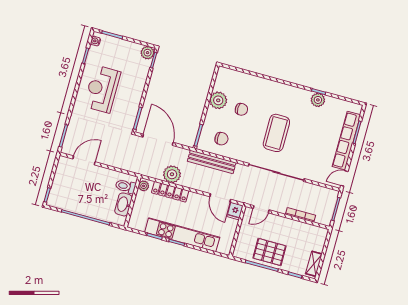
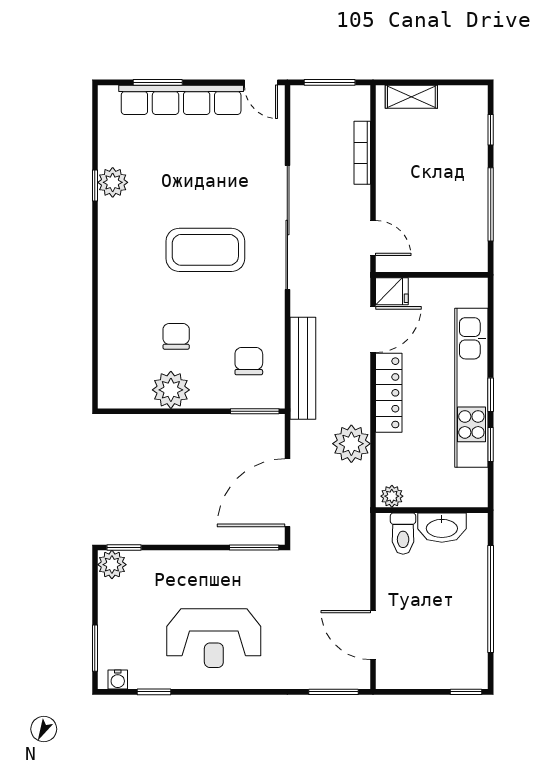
locker: (170, 192) -> (389, 393), moved
pallet: (269, 252) -> (457, 196), removed
shelving: (314, 264) -> (411, 97), moved

